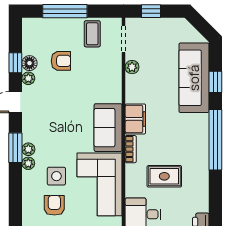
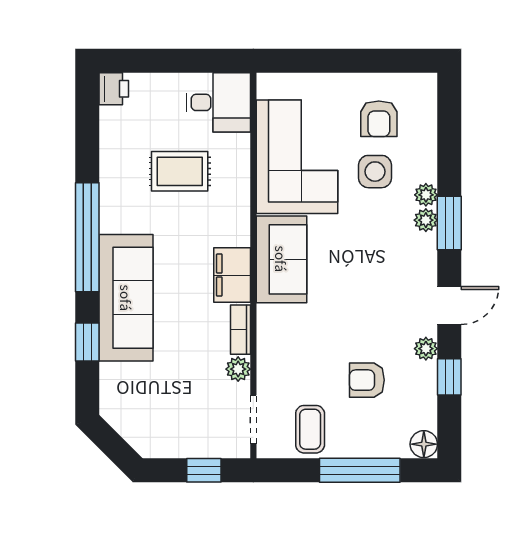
floor lamp: (29, 63) -> (424, 444), moved
sofa: (194, 78) -> (126, 298), moved
bookcase: (131, 149) -> (240, 330), moved

